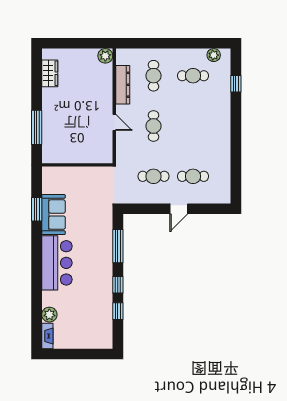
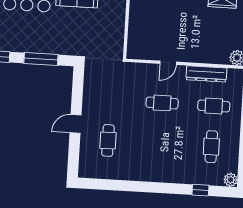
plant: (214, 55) -> (231, 180), moved
cafe table: (153, 176) -> (110, 100), removed
door: (179, 209) -> (76, 124), hinge flipped

